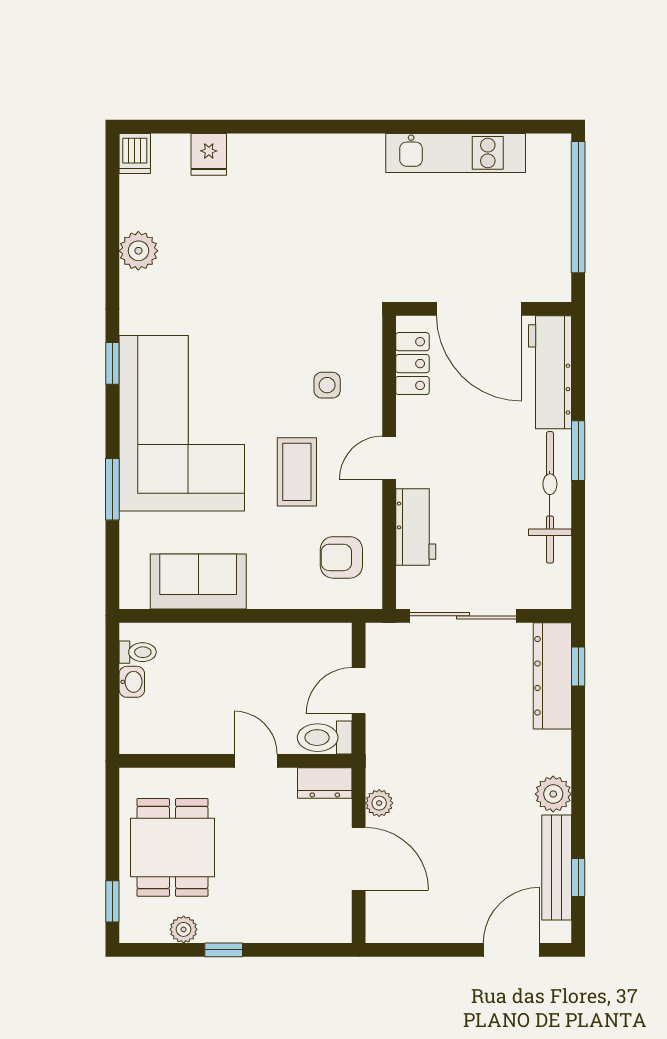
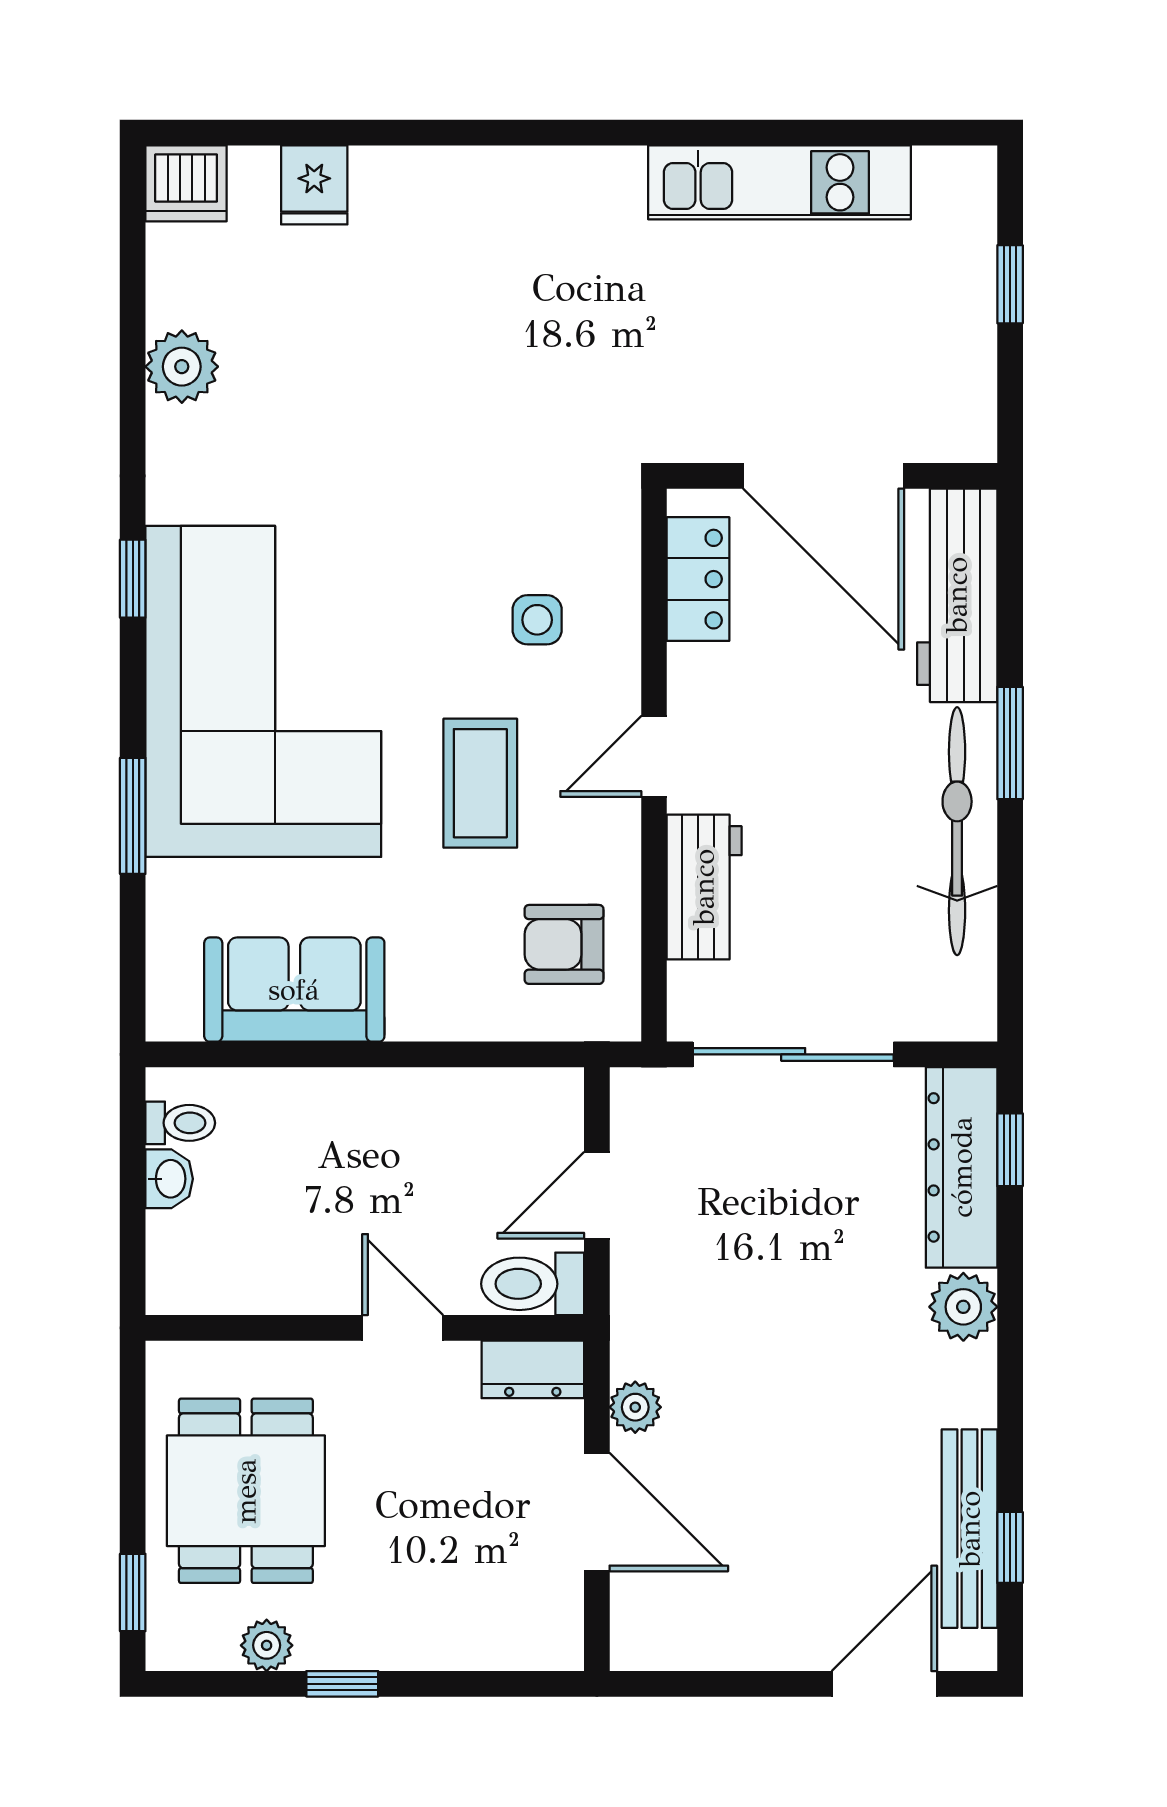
dishwasher: (135, 153) -> (186, 183), width x1.38
window: (578, 207) -> (1010, 284), width x0.32
plant: (553, 794) -> (963, 1307), moved

